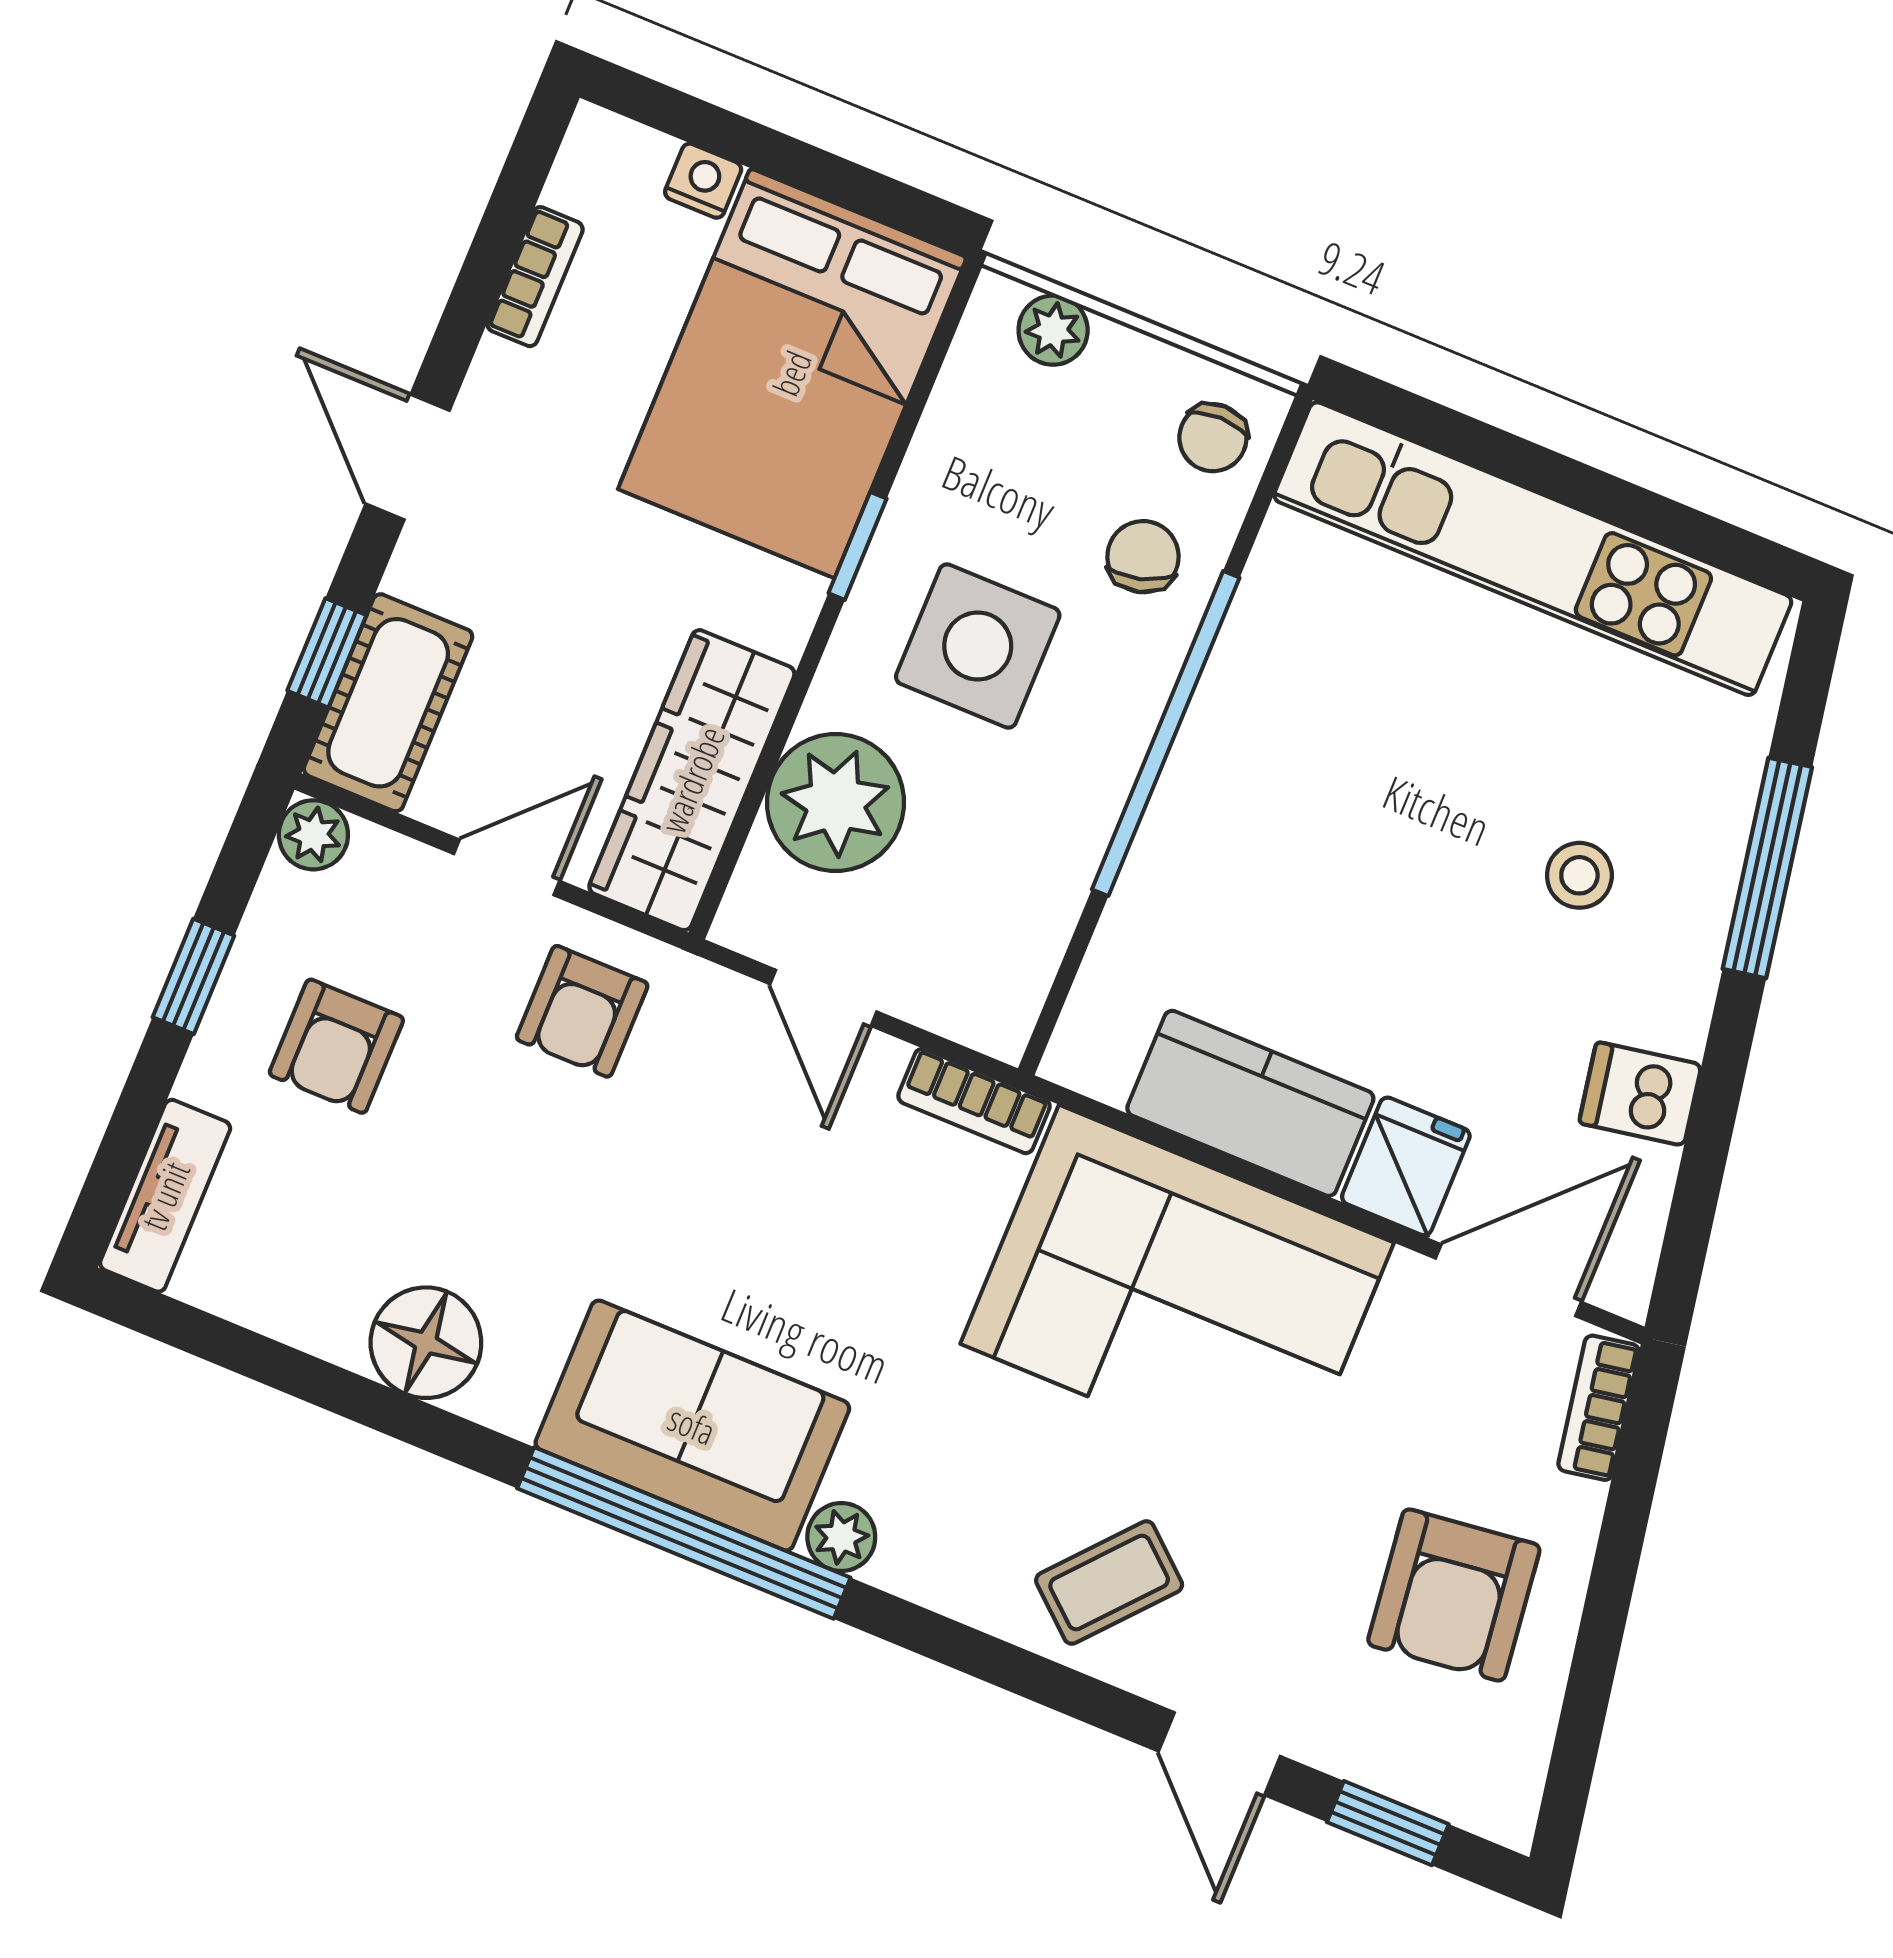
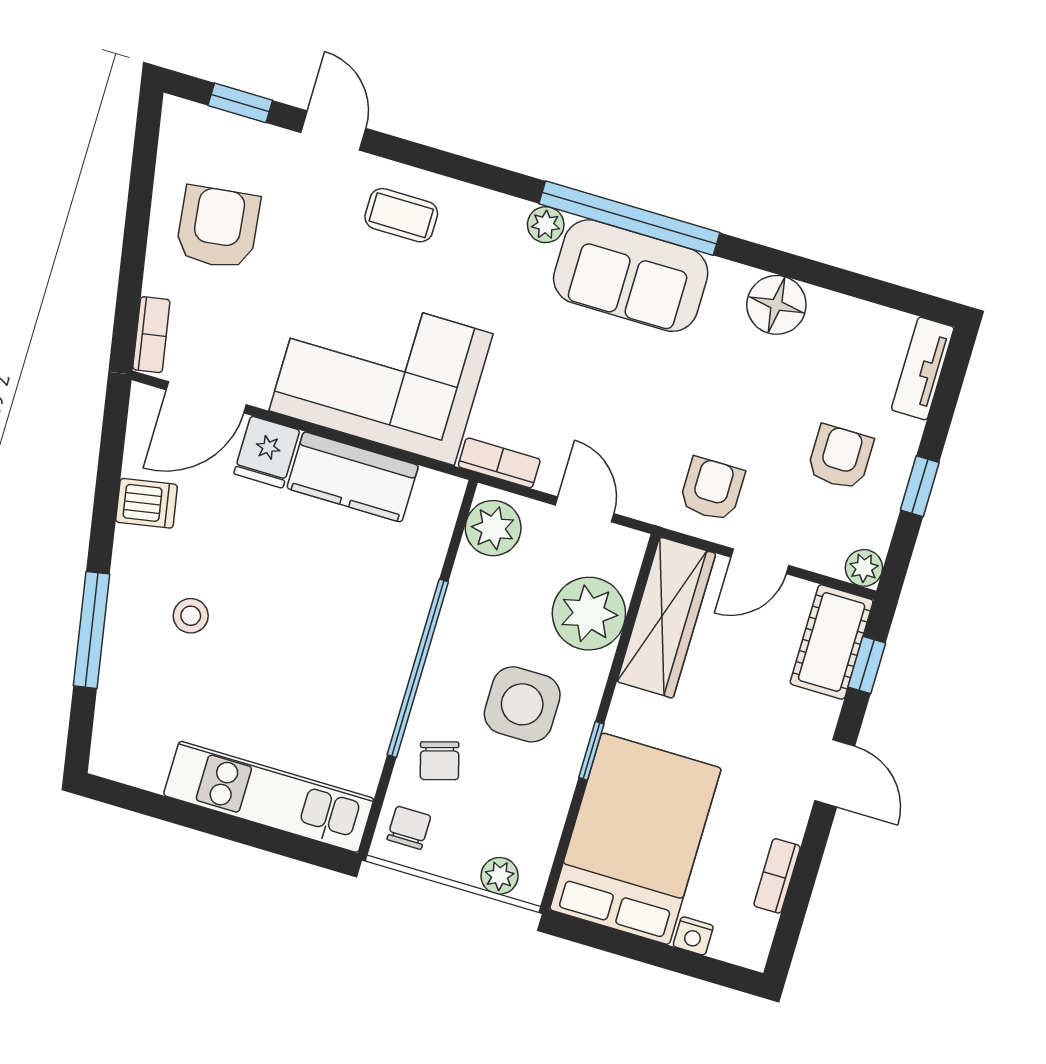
kitchen unit: (1533, 549) -> (269, 797), width x0.73
plant: (998, 981) -> (493, 528), added
coffee table: (1109, 1582) -> (401, 215), turned 49

